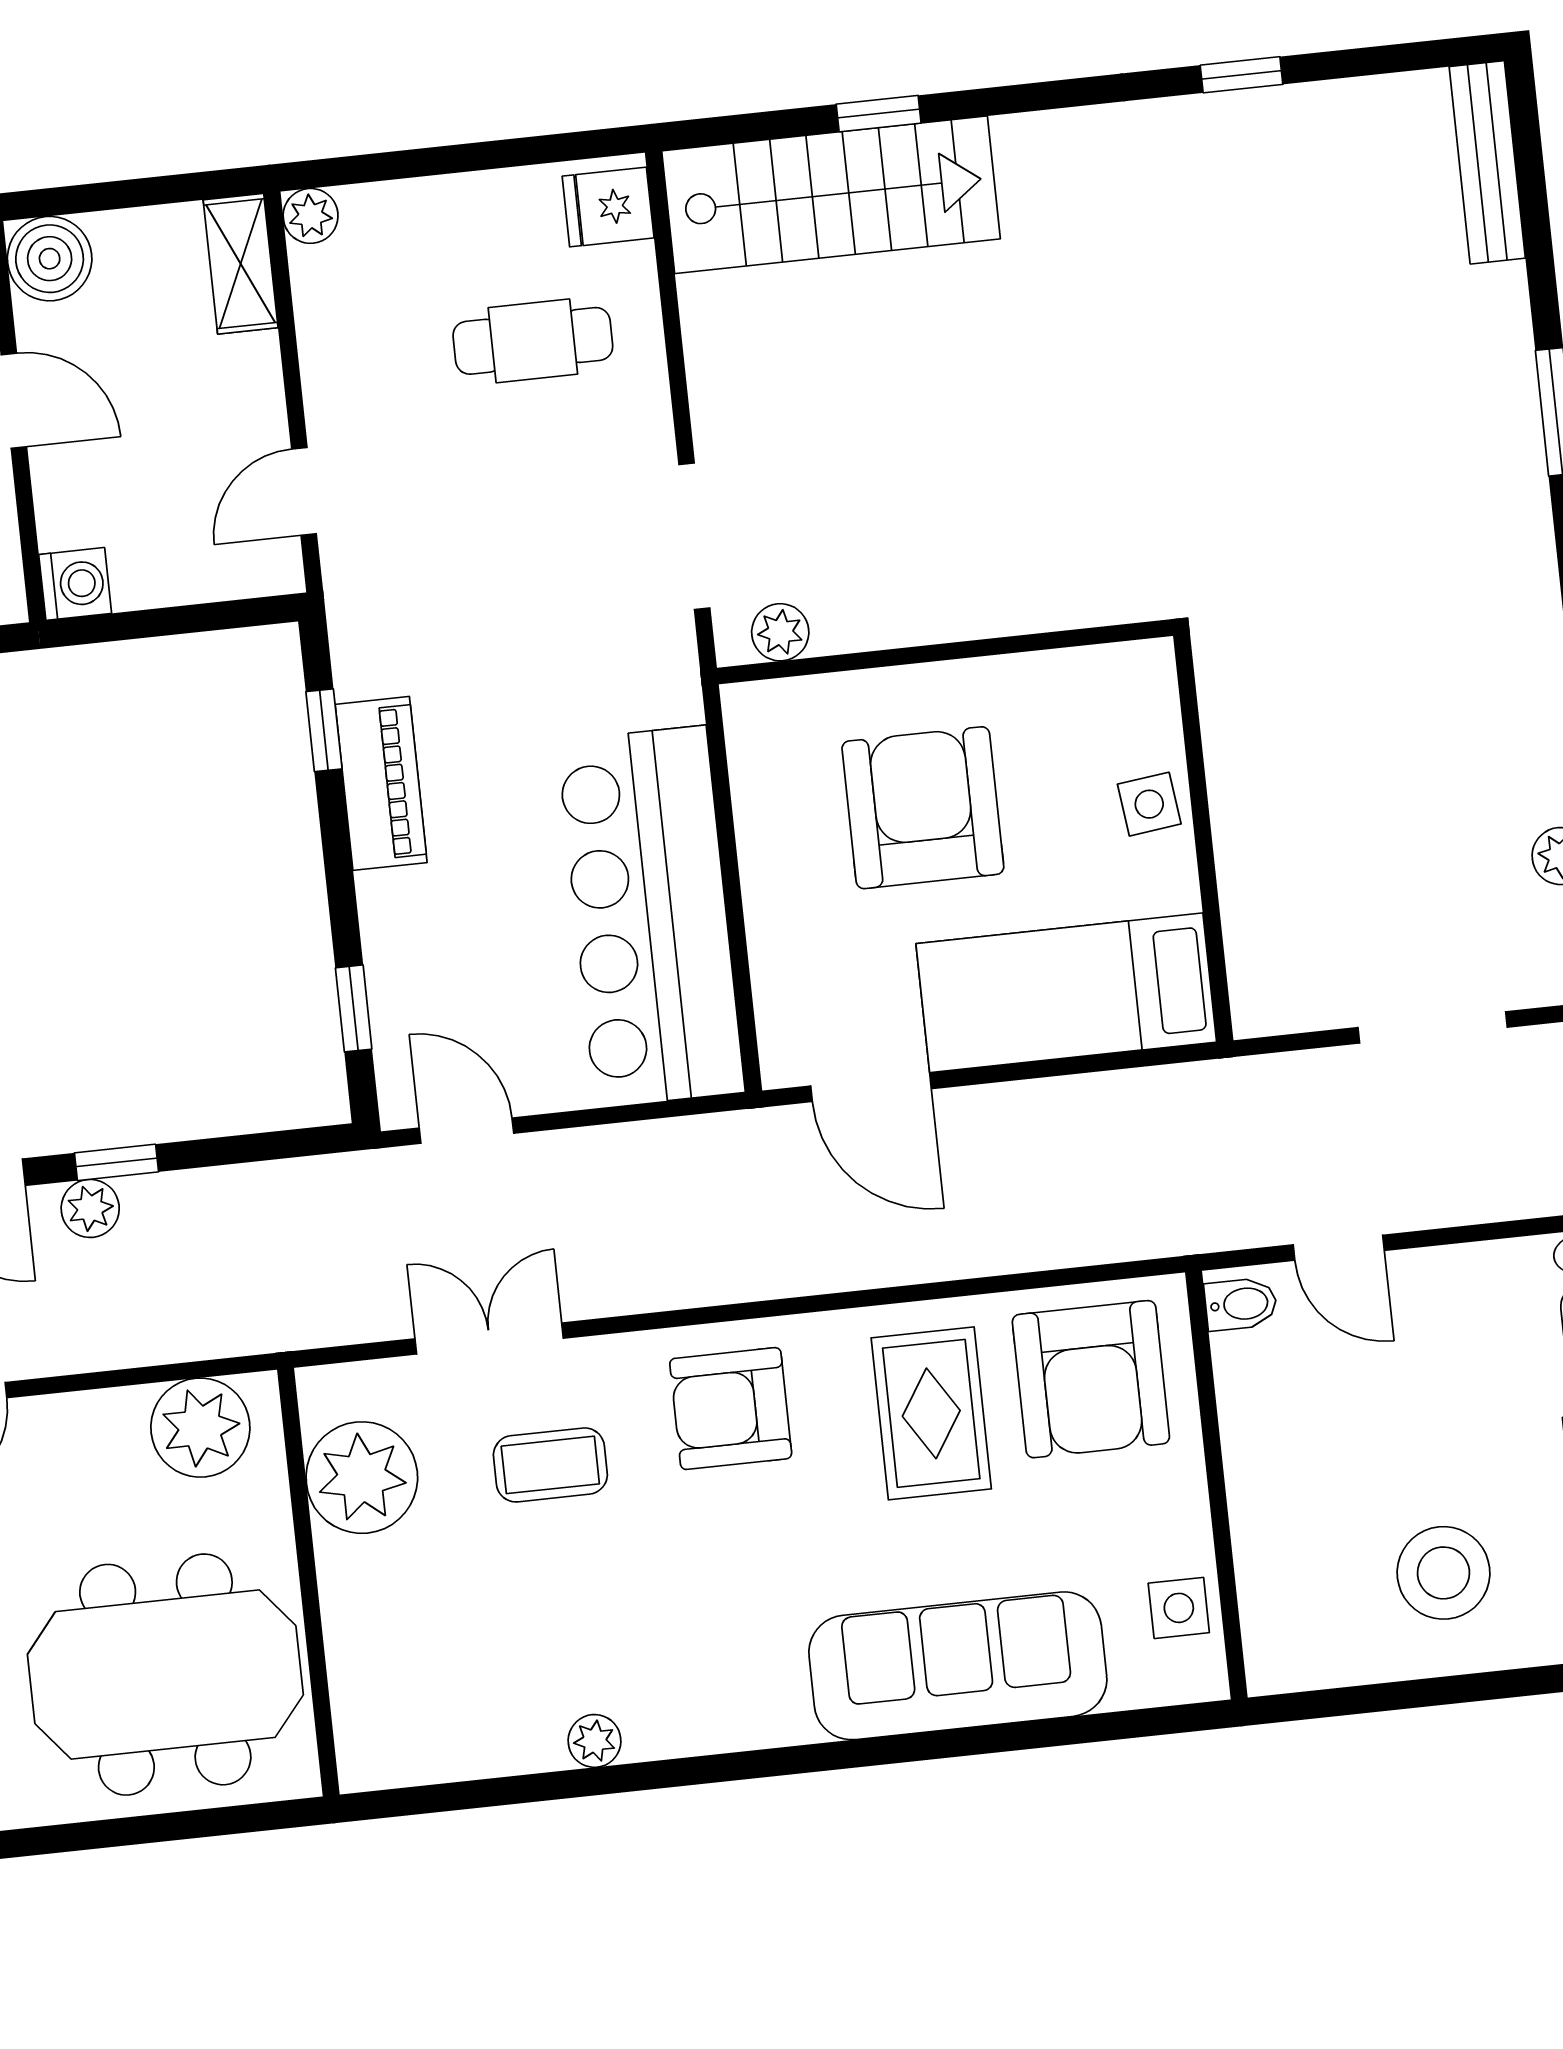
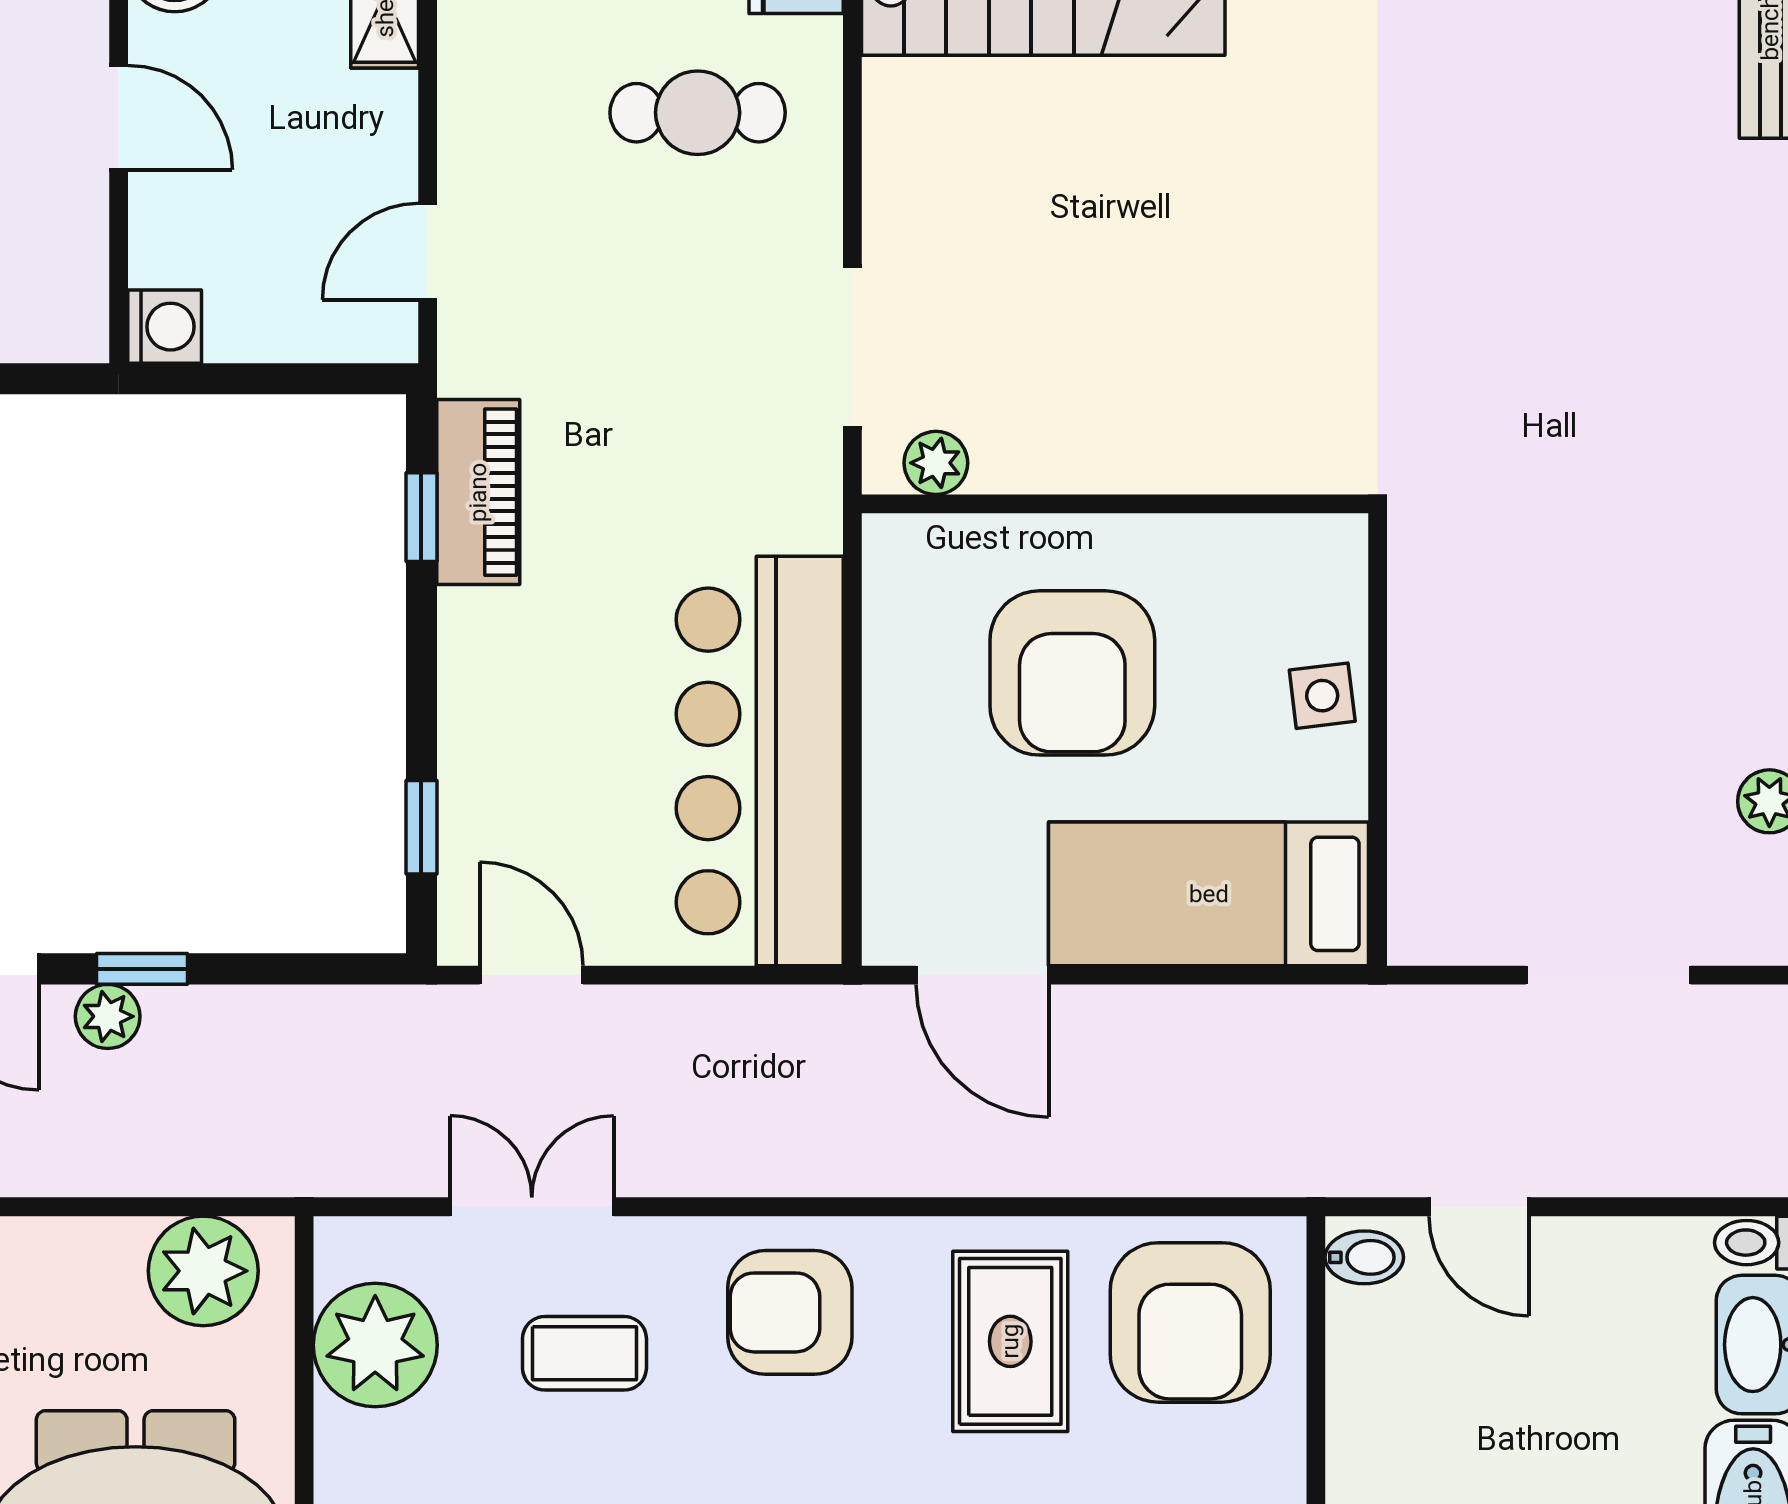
piano: (381, 783) -> (478, 492), moved
armchair: (923, 808) -> (1072, 673), turned 180

